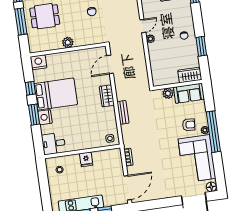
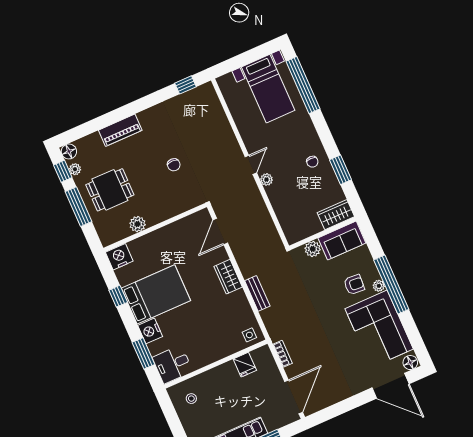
plant: (68, 42) -> (138, 224), moved
window: (34, 115) -> (143, 353), moved
fridge: (86, 159) -> (245, 365), moved

